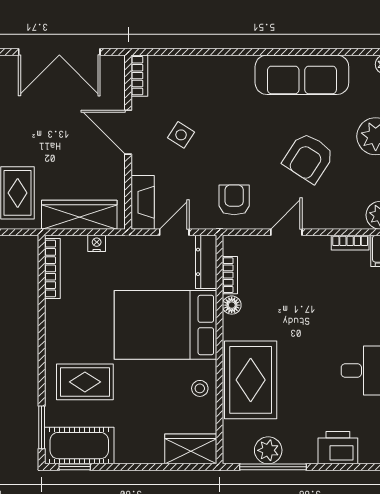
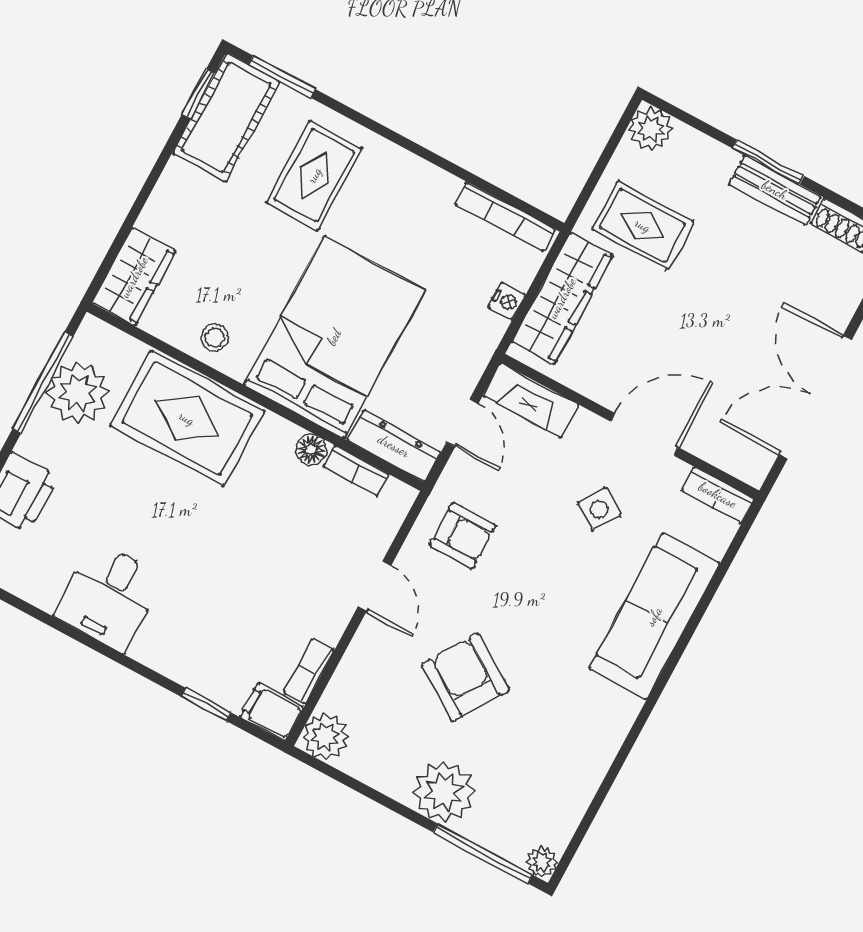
sofa: (302, 75) -> (654, 616), moved
plant: (268, 450) -> (78, 393), width x1.36, depth x1.36

